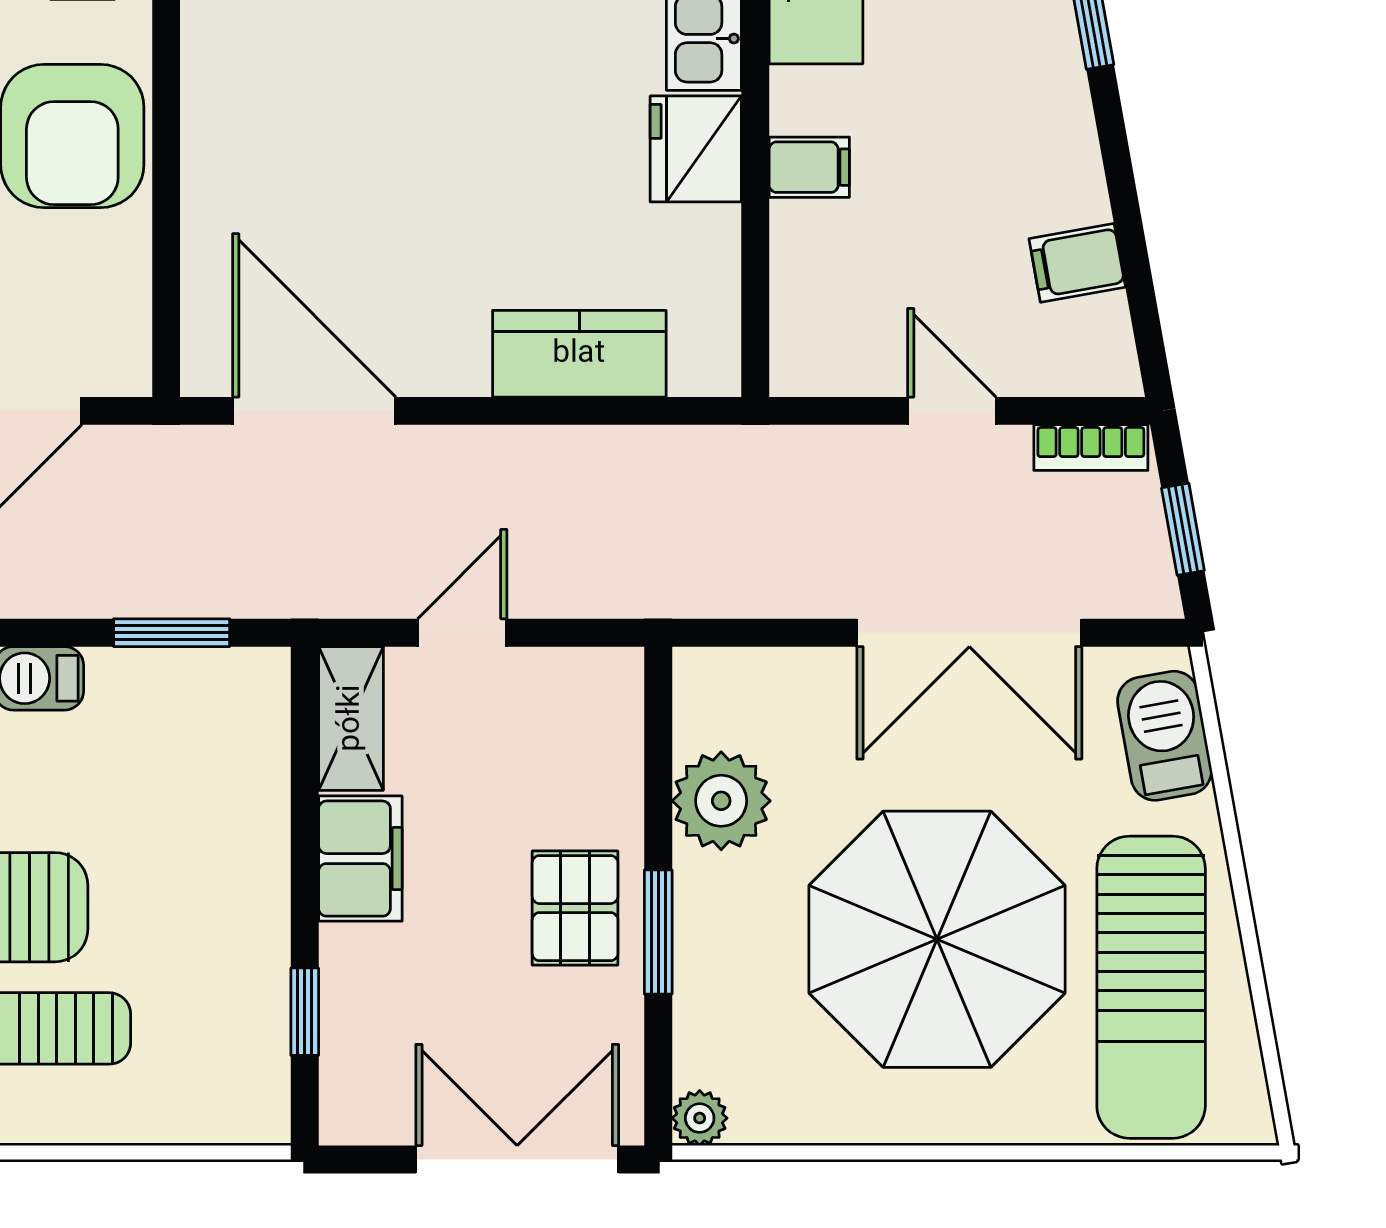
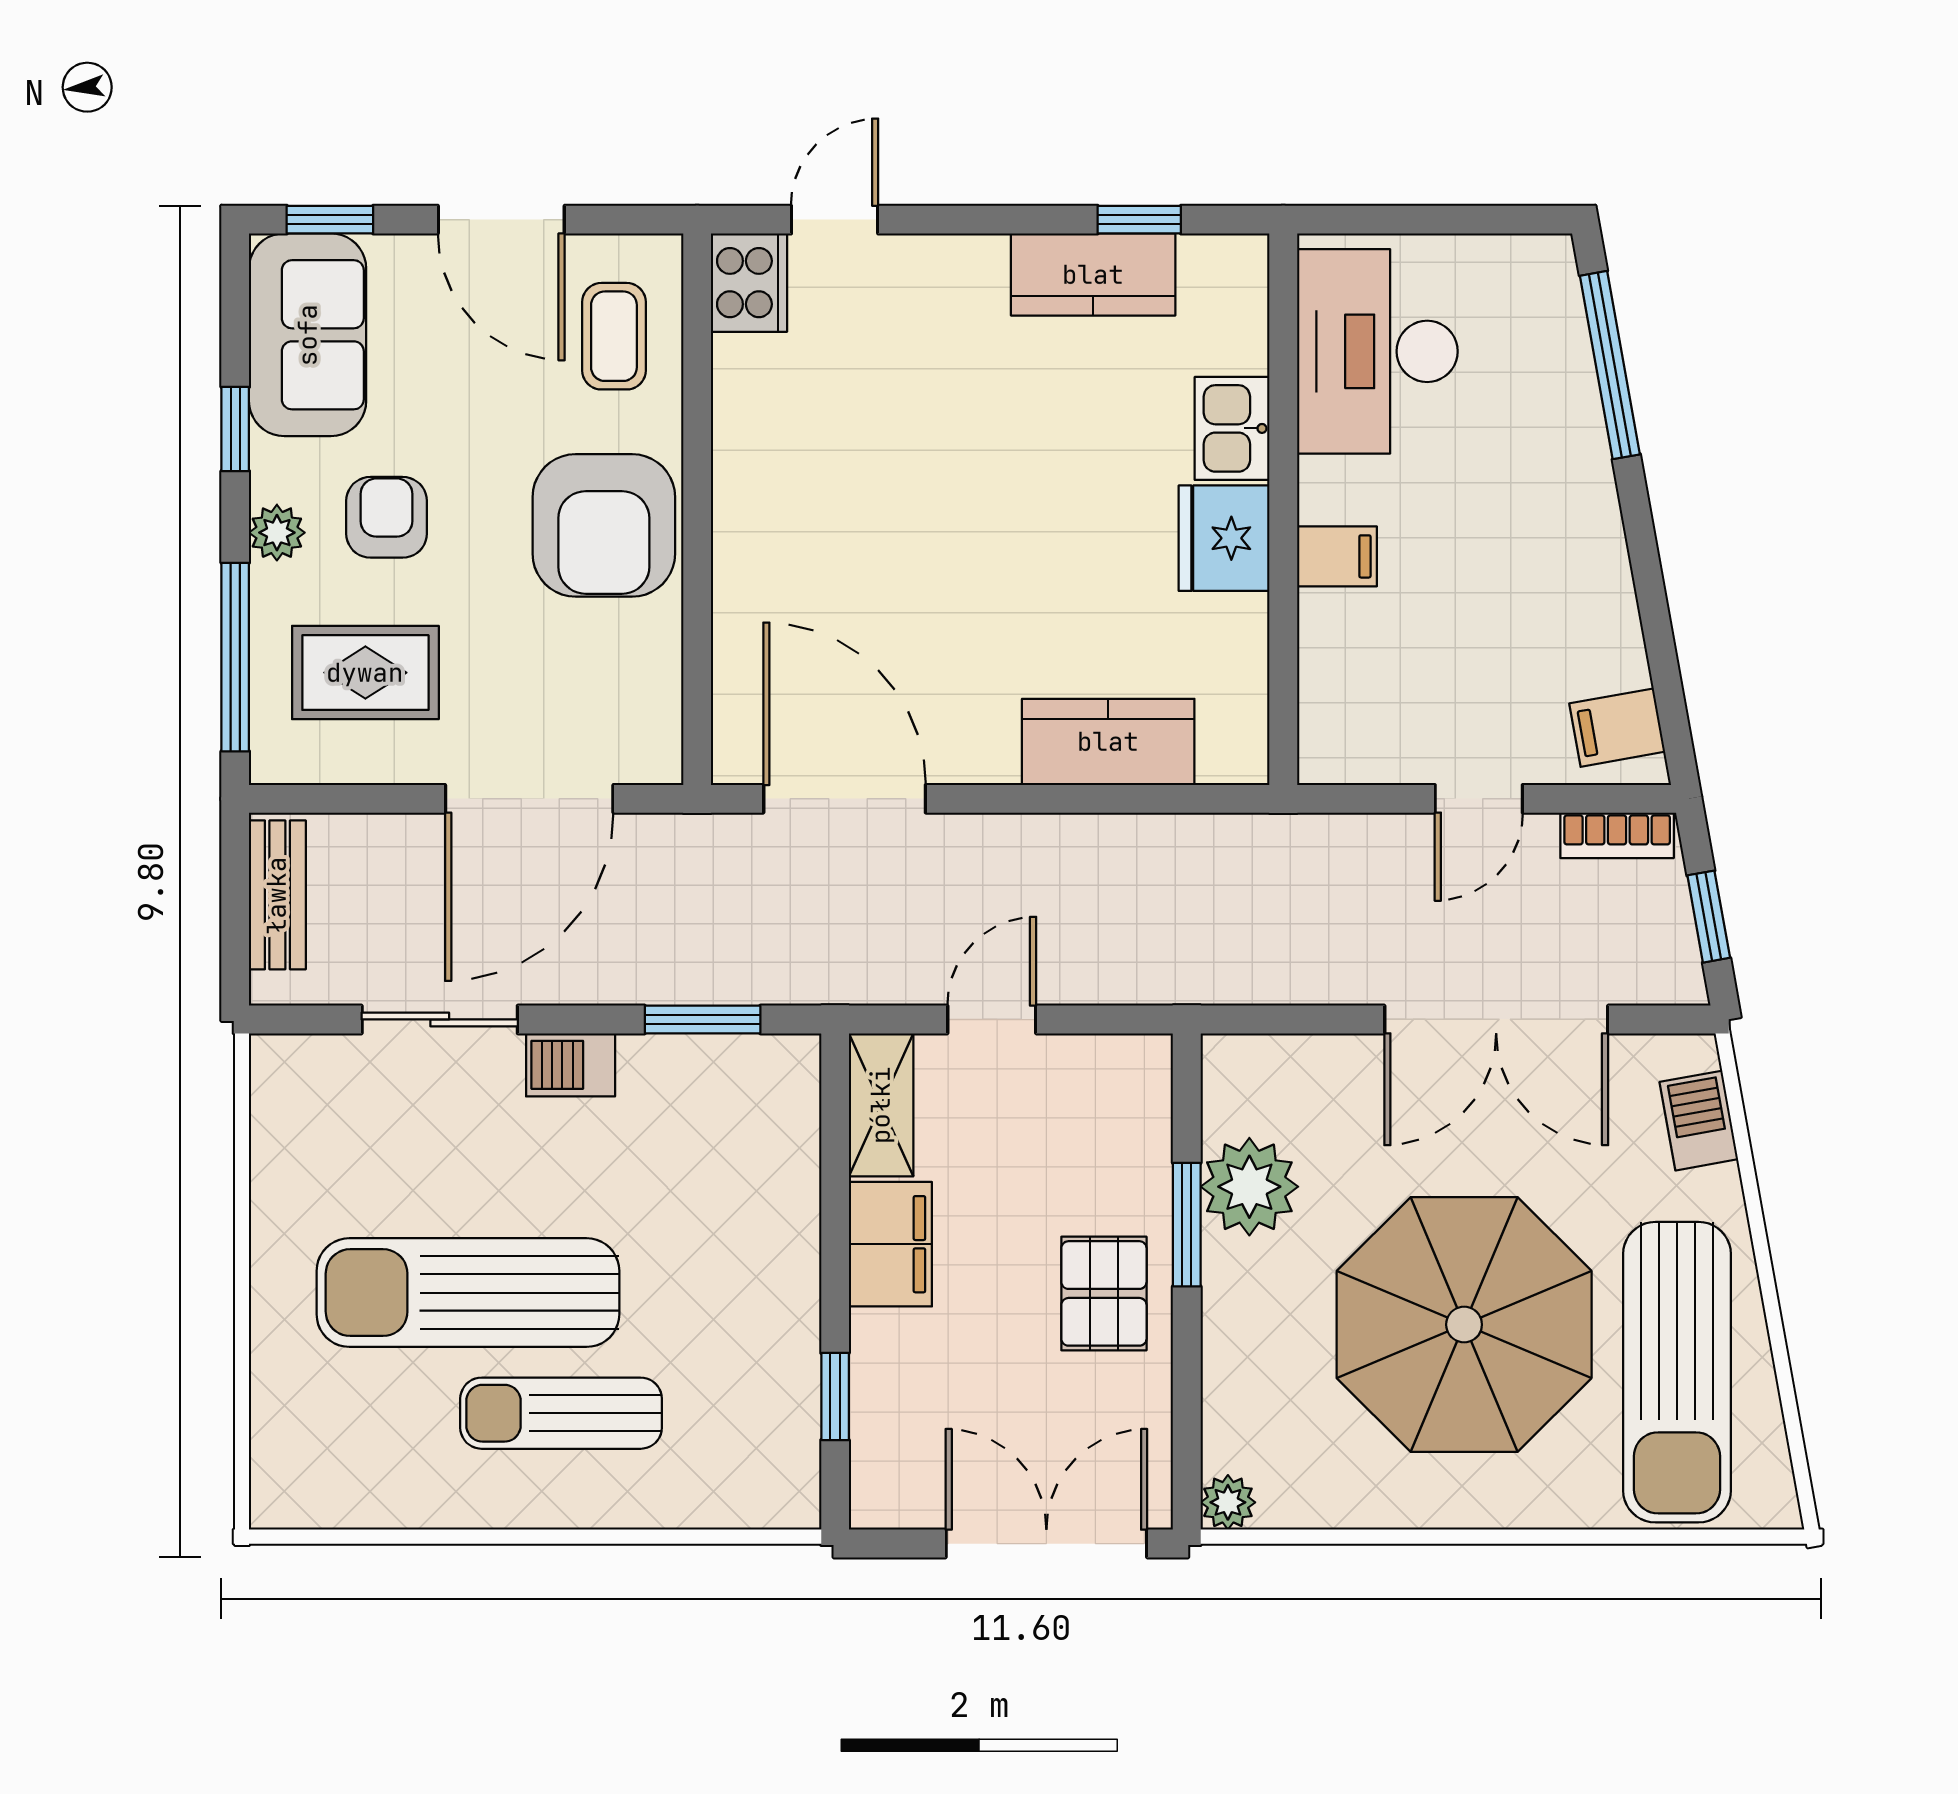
filing cabinet: (1077, 263) -> (1617, 728), moved
door: (952, 411) -> (1479, 799), swing flipped
barbecue: (1165, 736) -> (1699, 1121), width x0.73, depth x0.79
window: (658, 932) -> (1187, 1225), moved

